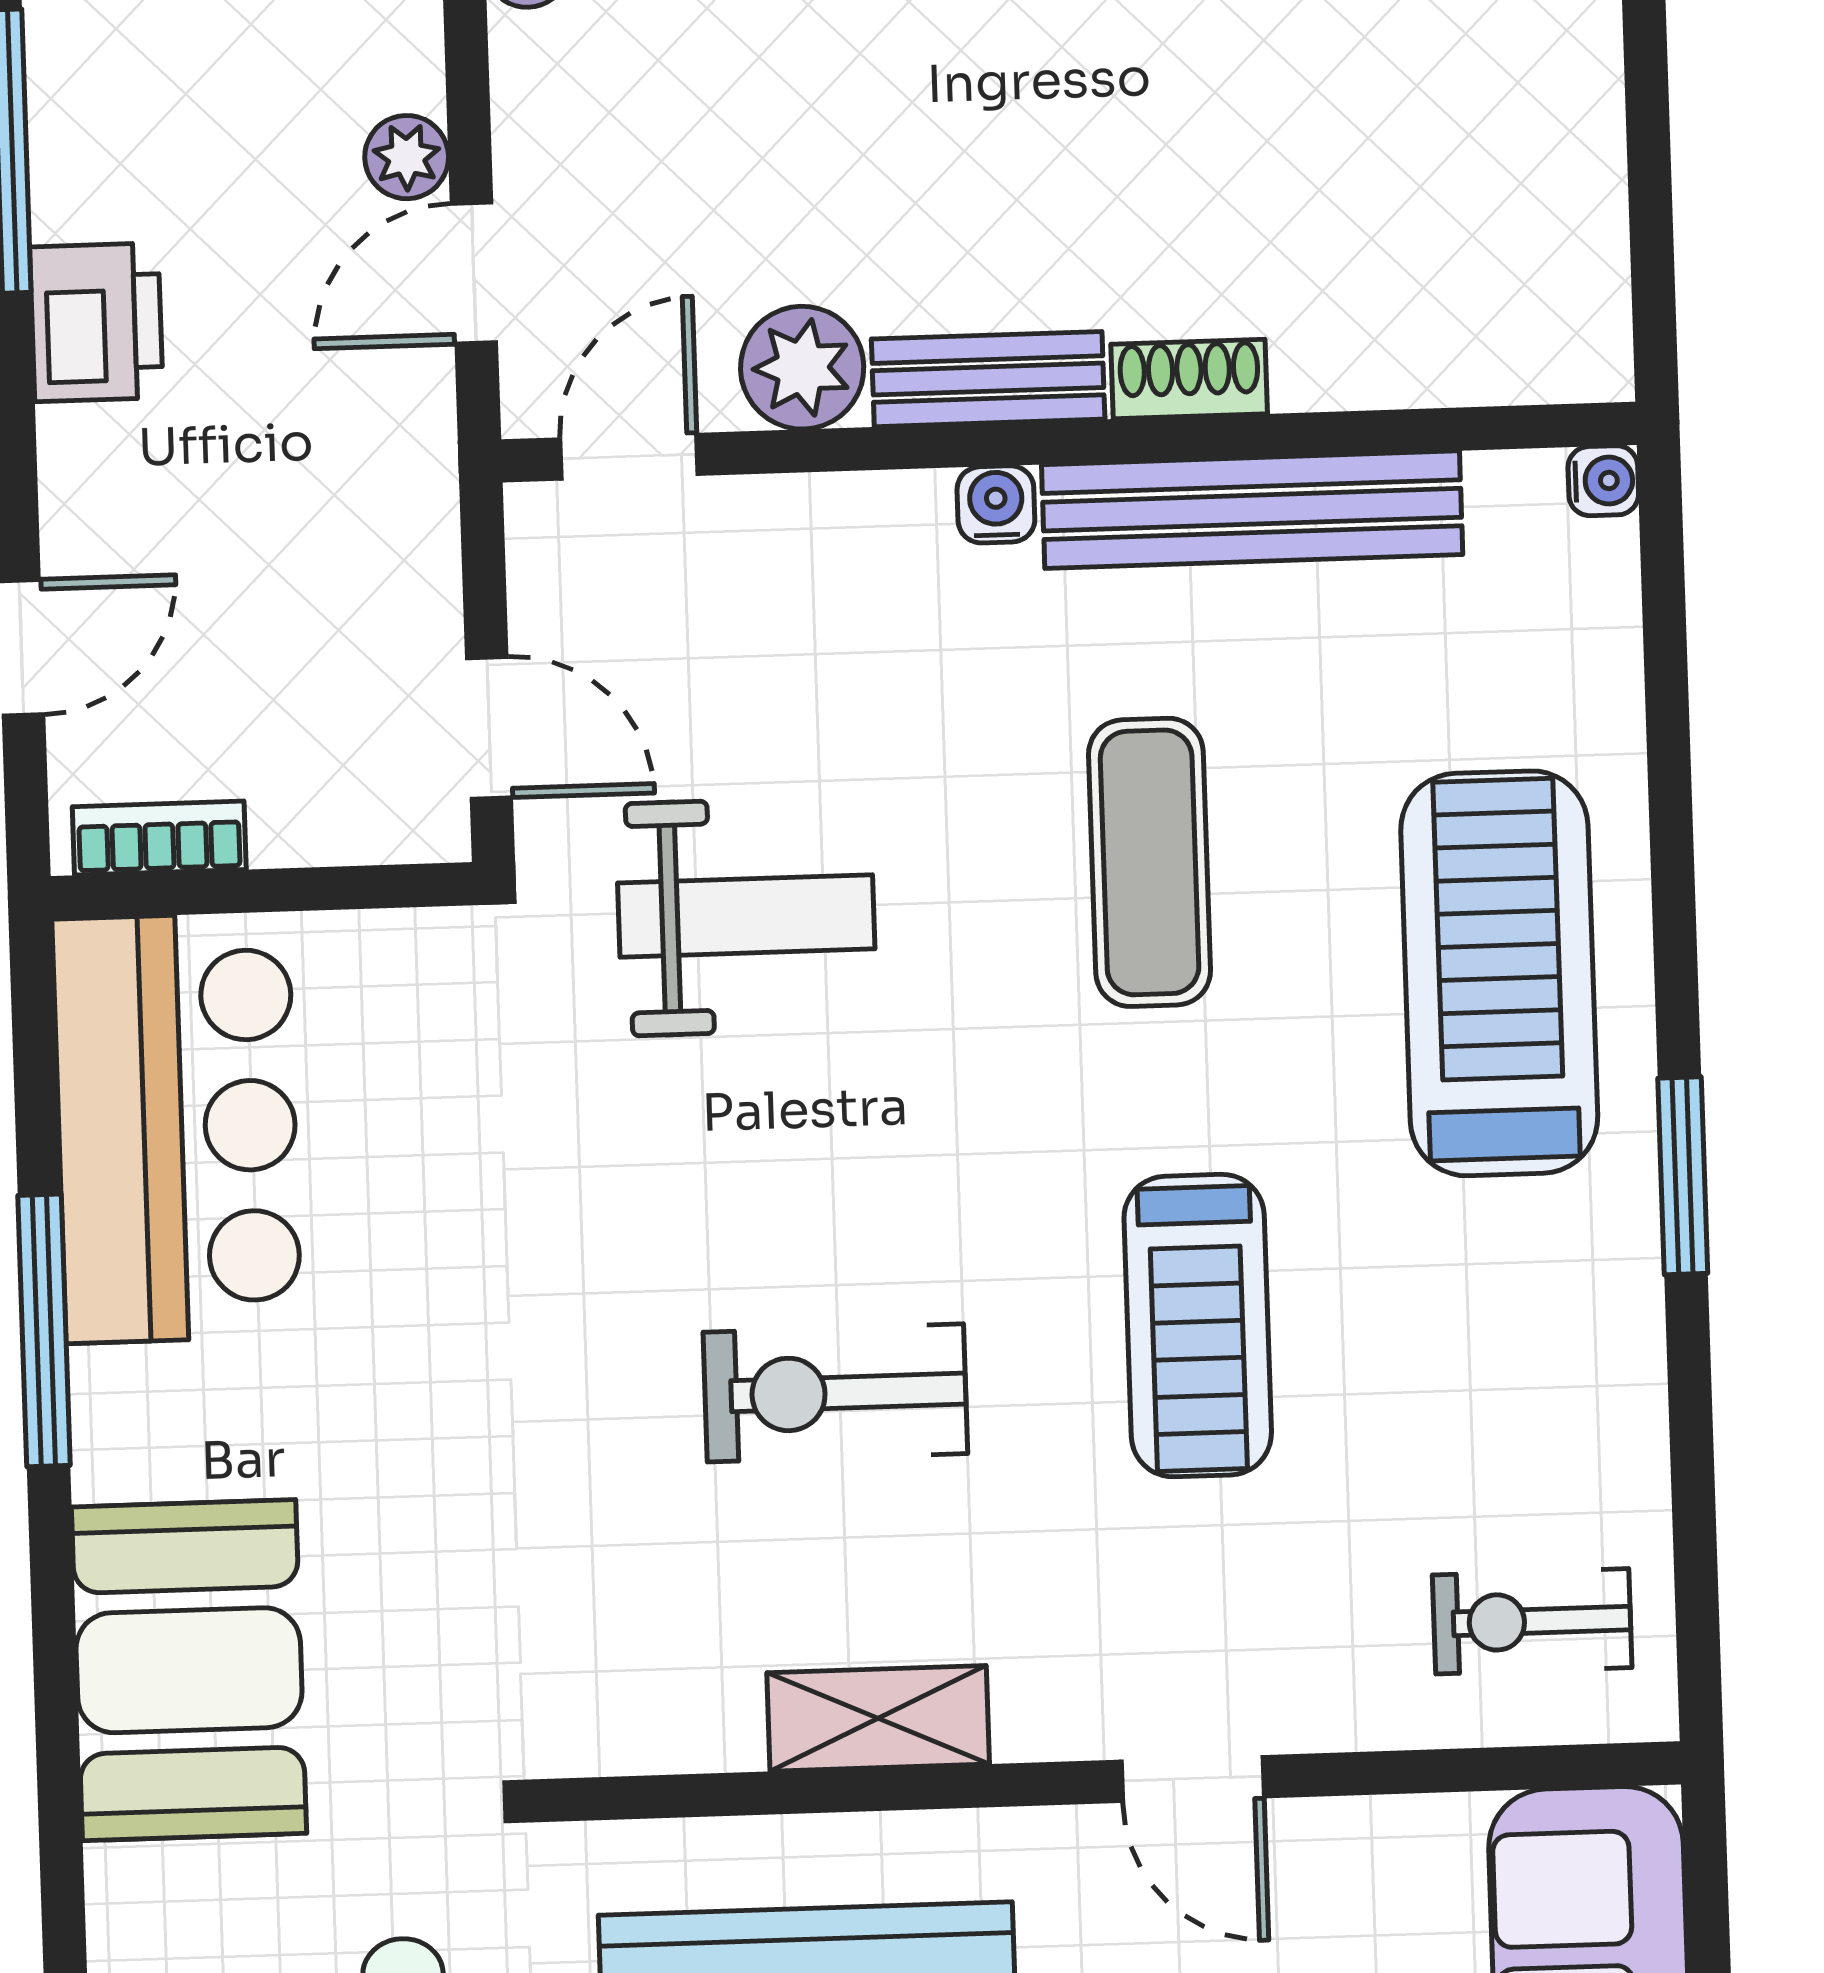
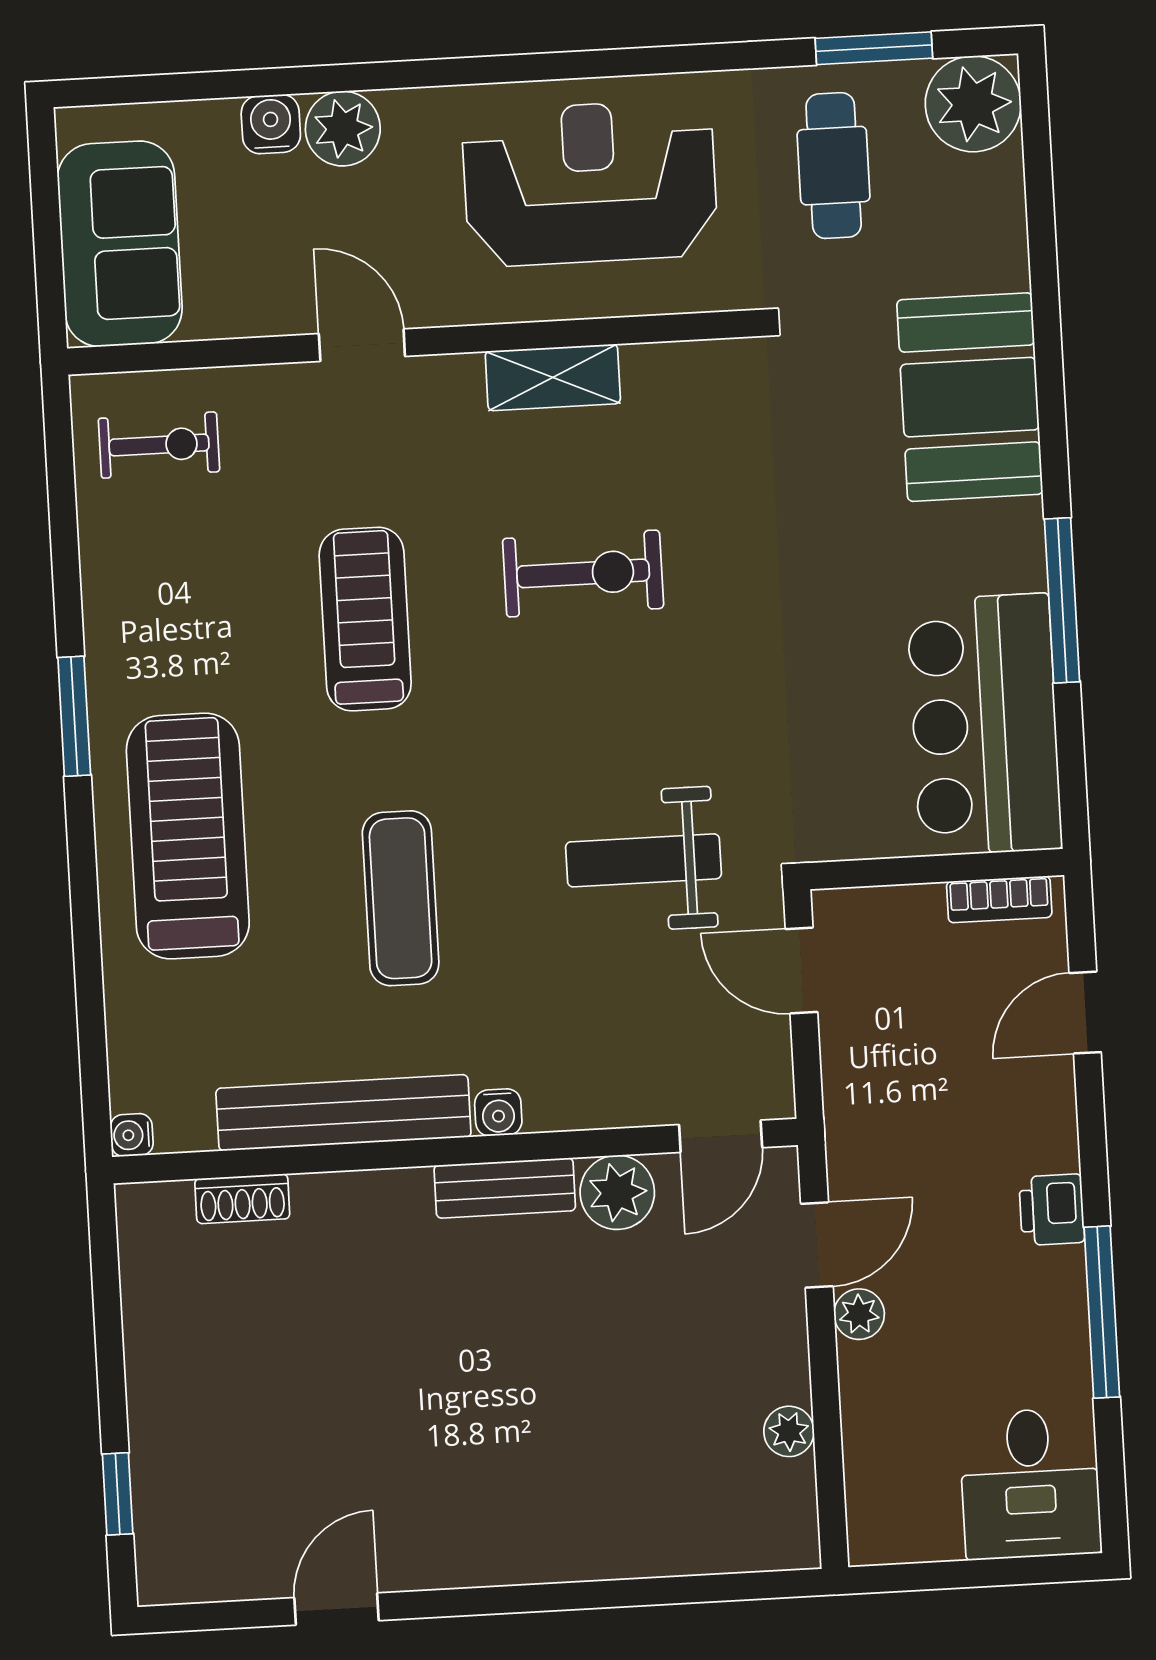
printer: (96, 322) -> (1052, 1210), width x0.73, depth x0.81
shoe rack: (1189, 379) -> (242, 1199), moved
treadmill: (1499, 973) -> (188, 836), turned 180

